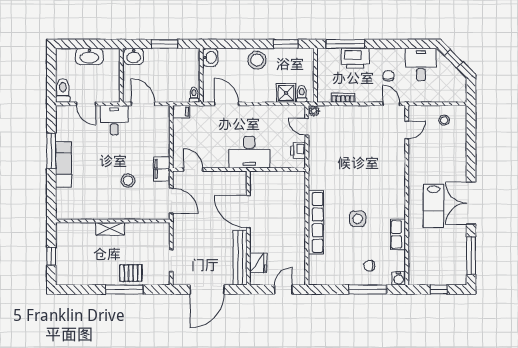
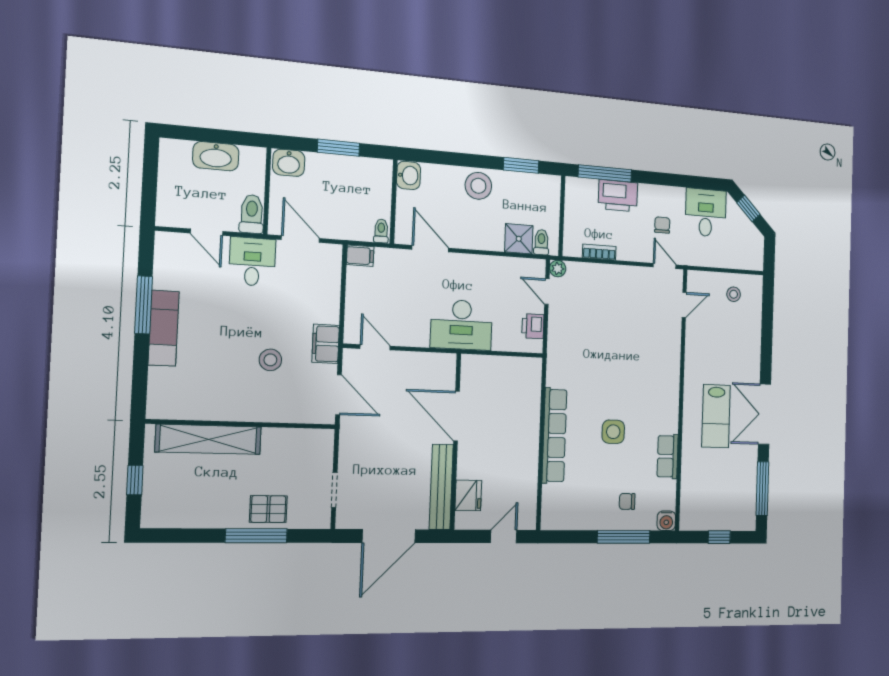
toilet: (63, 90) -> (252, 214), moved
shelving: (110, 229) -> (208, 439), width x2.20, depth x1.33

